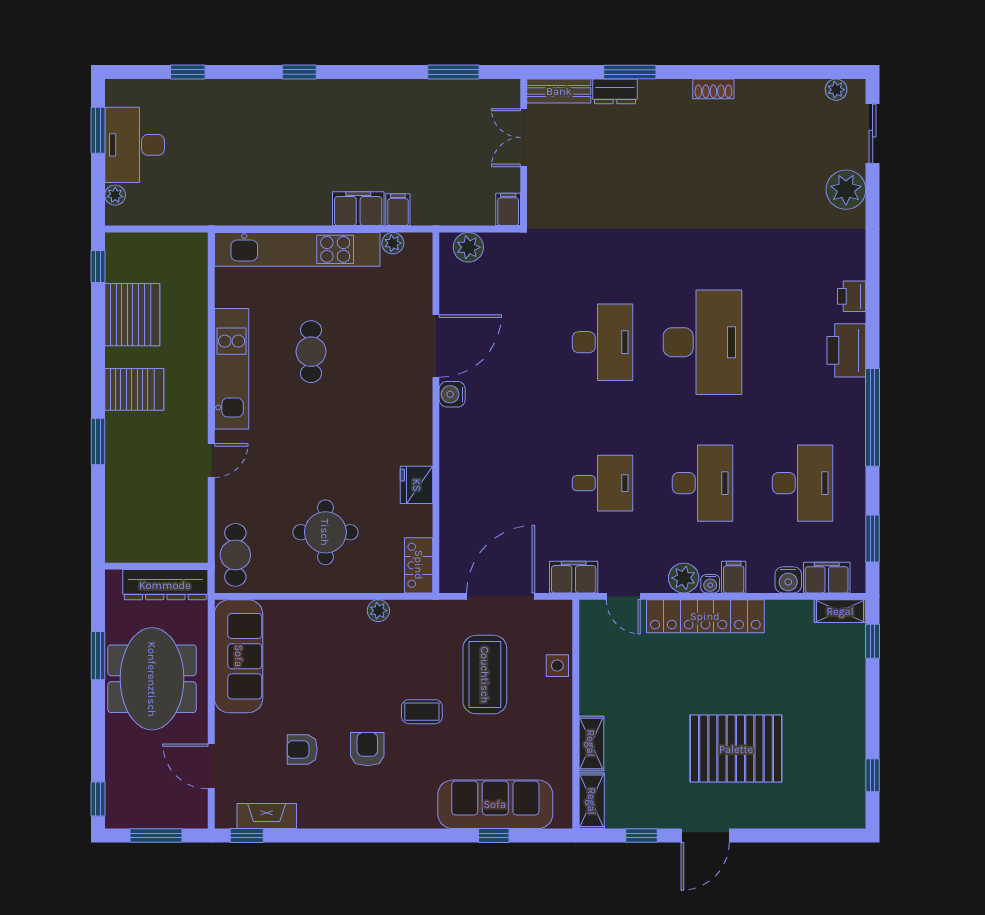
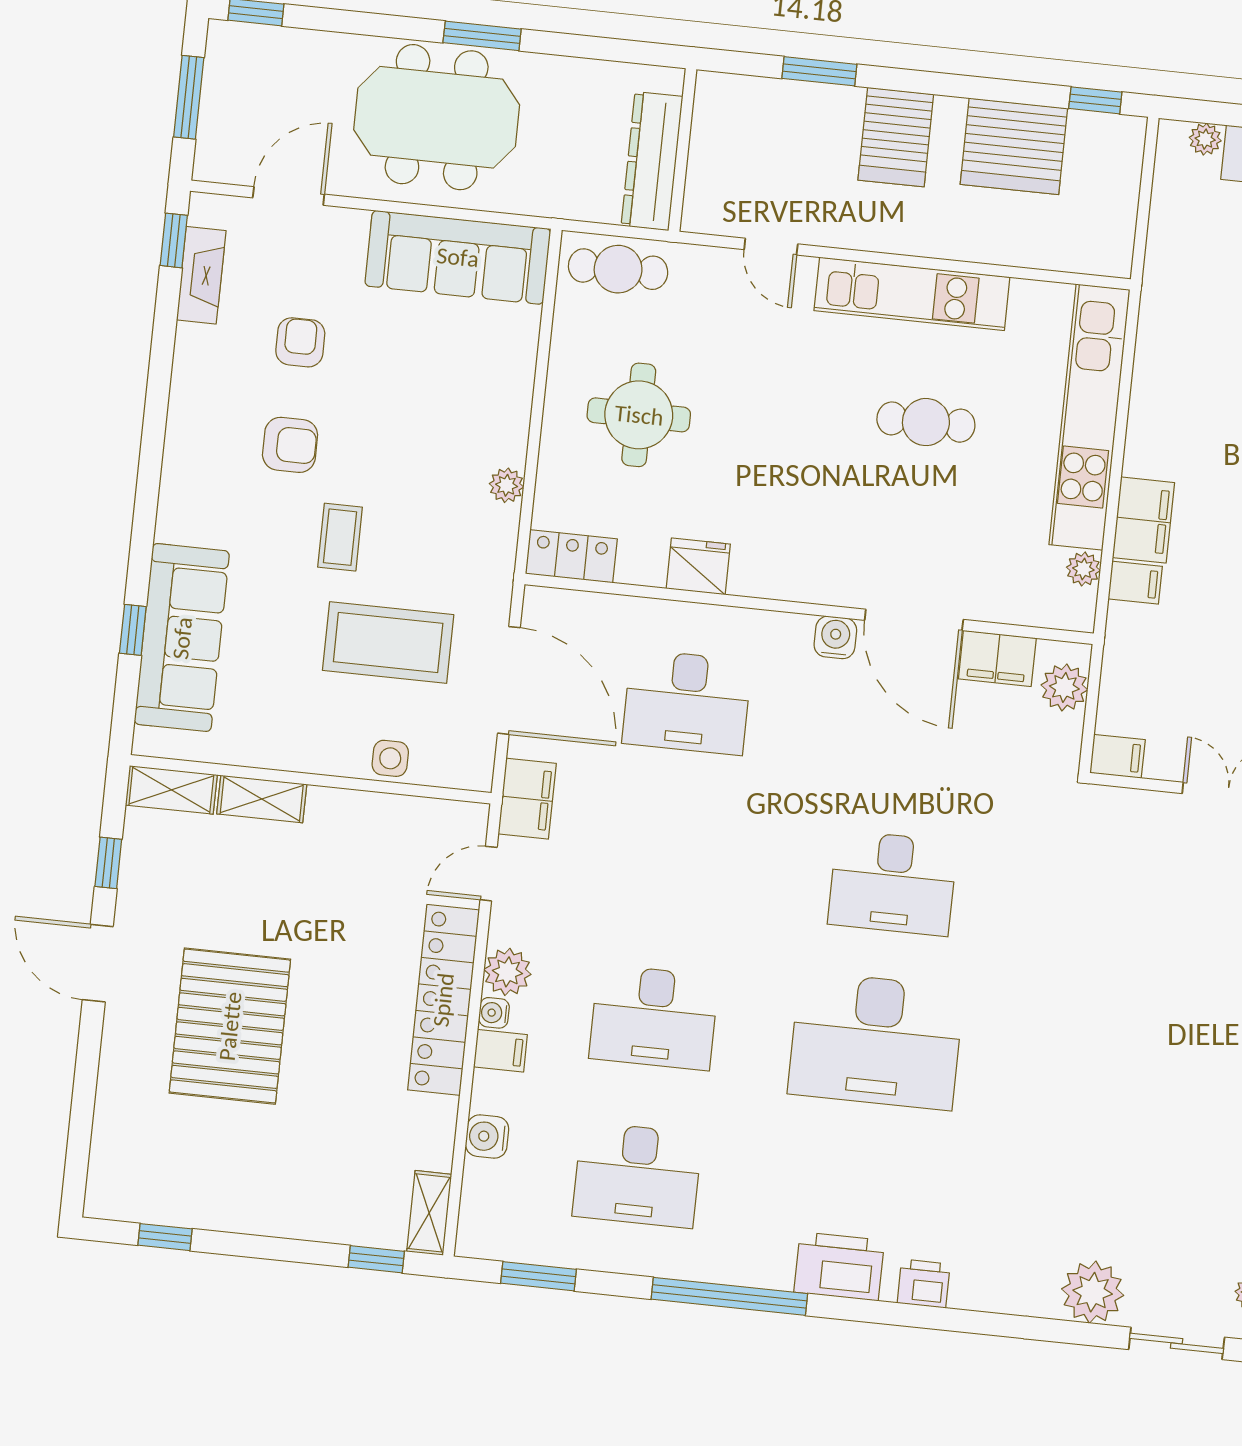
desk: (602, 483) -> (687, 702), moved, width x1.37
wall: (156, 566) -> (683, 150), moved
filing cabinet: (827, 578) -> (997, 658), moved, turned 90
dresser: (165, 585) -> (652, 161), moved

